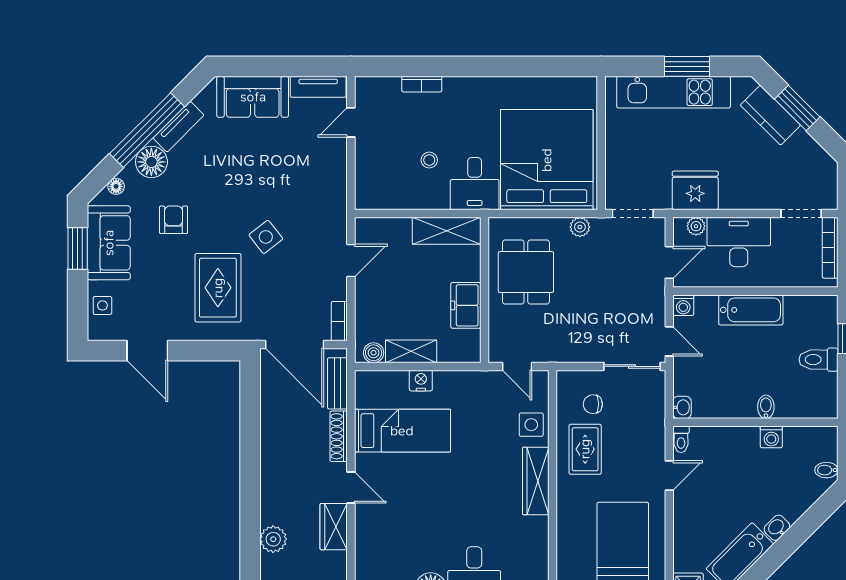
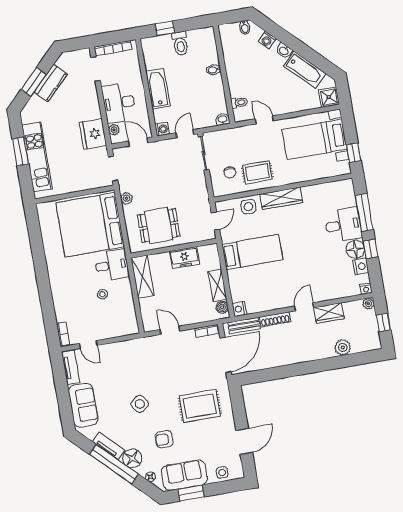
bookcase: (422, 84) -> (63, 334), moved
kitchen counter: (770, 115) -> (51, 83), moved
side table: (266, 237) -> (140, 404), moved
nightstand: (421, 381) -> (239, 309), moved
bed: (402, 431) -> (252, 252), moved, turned 90
washing machine: (771, 437) -> (267, 40), moved, turned 135
toilet: (681, 439) -> (239, 103), moved

